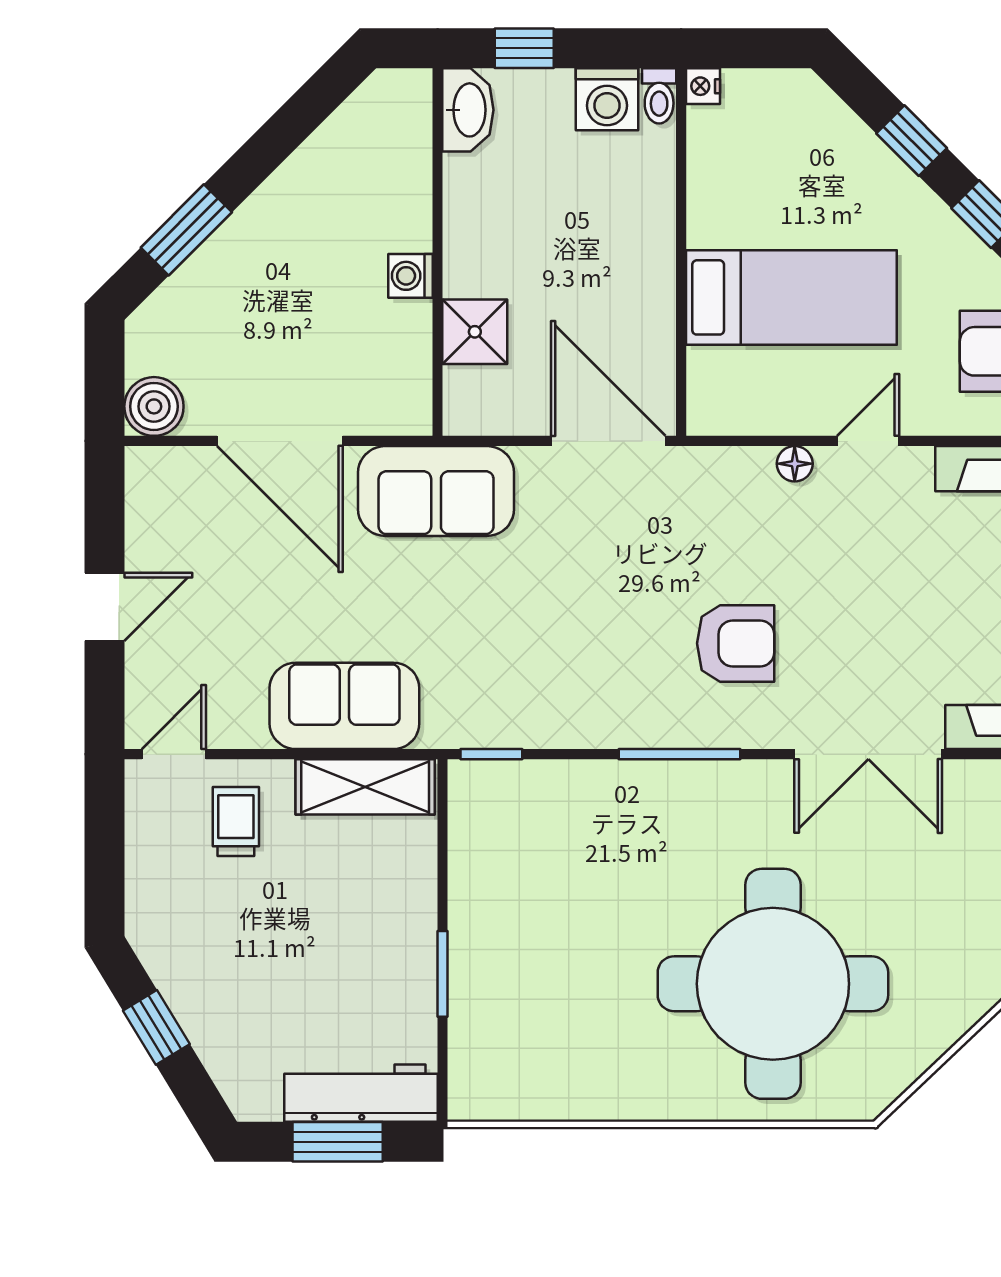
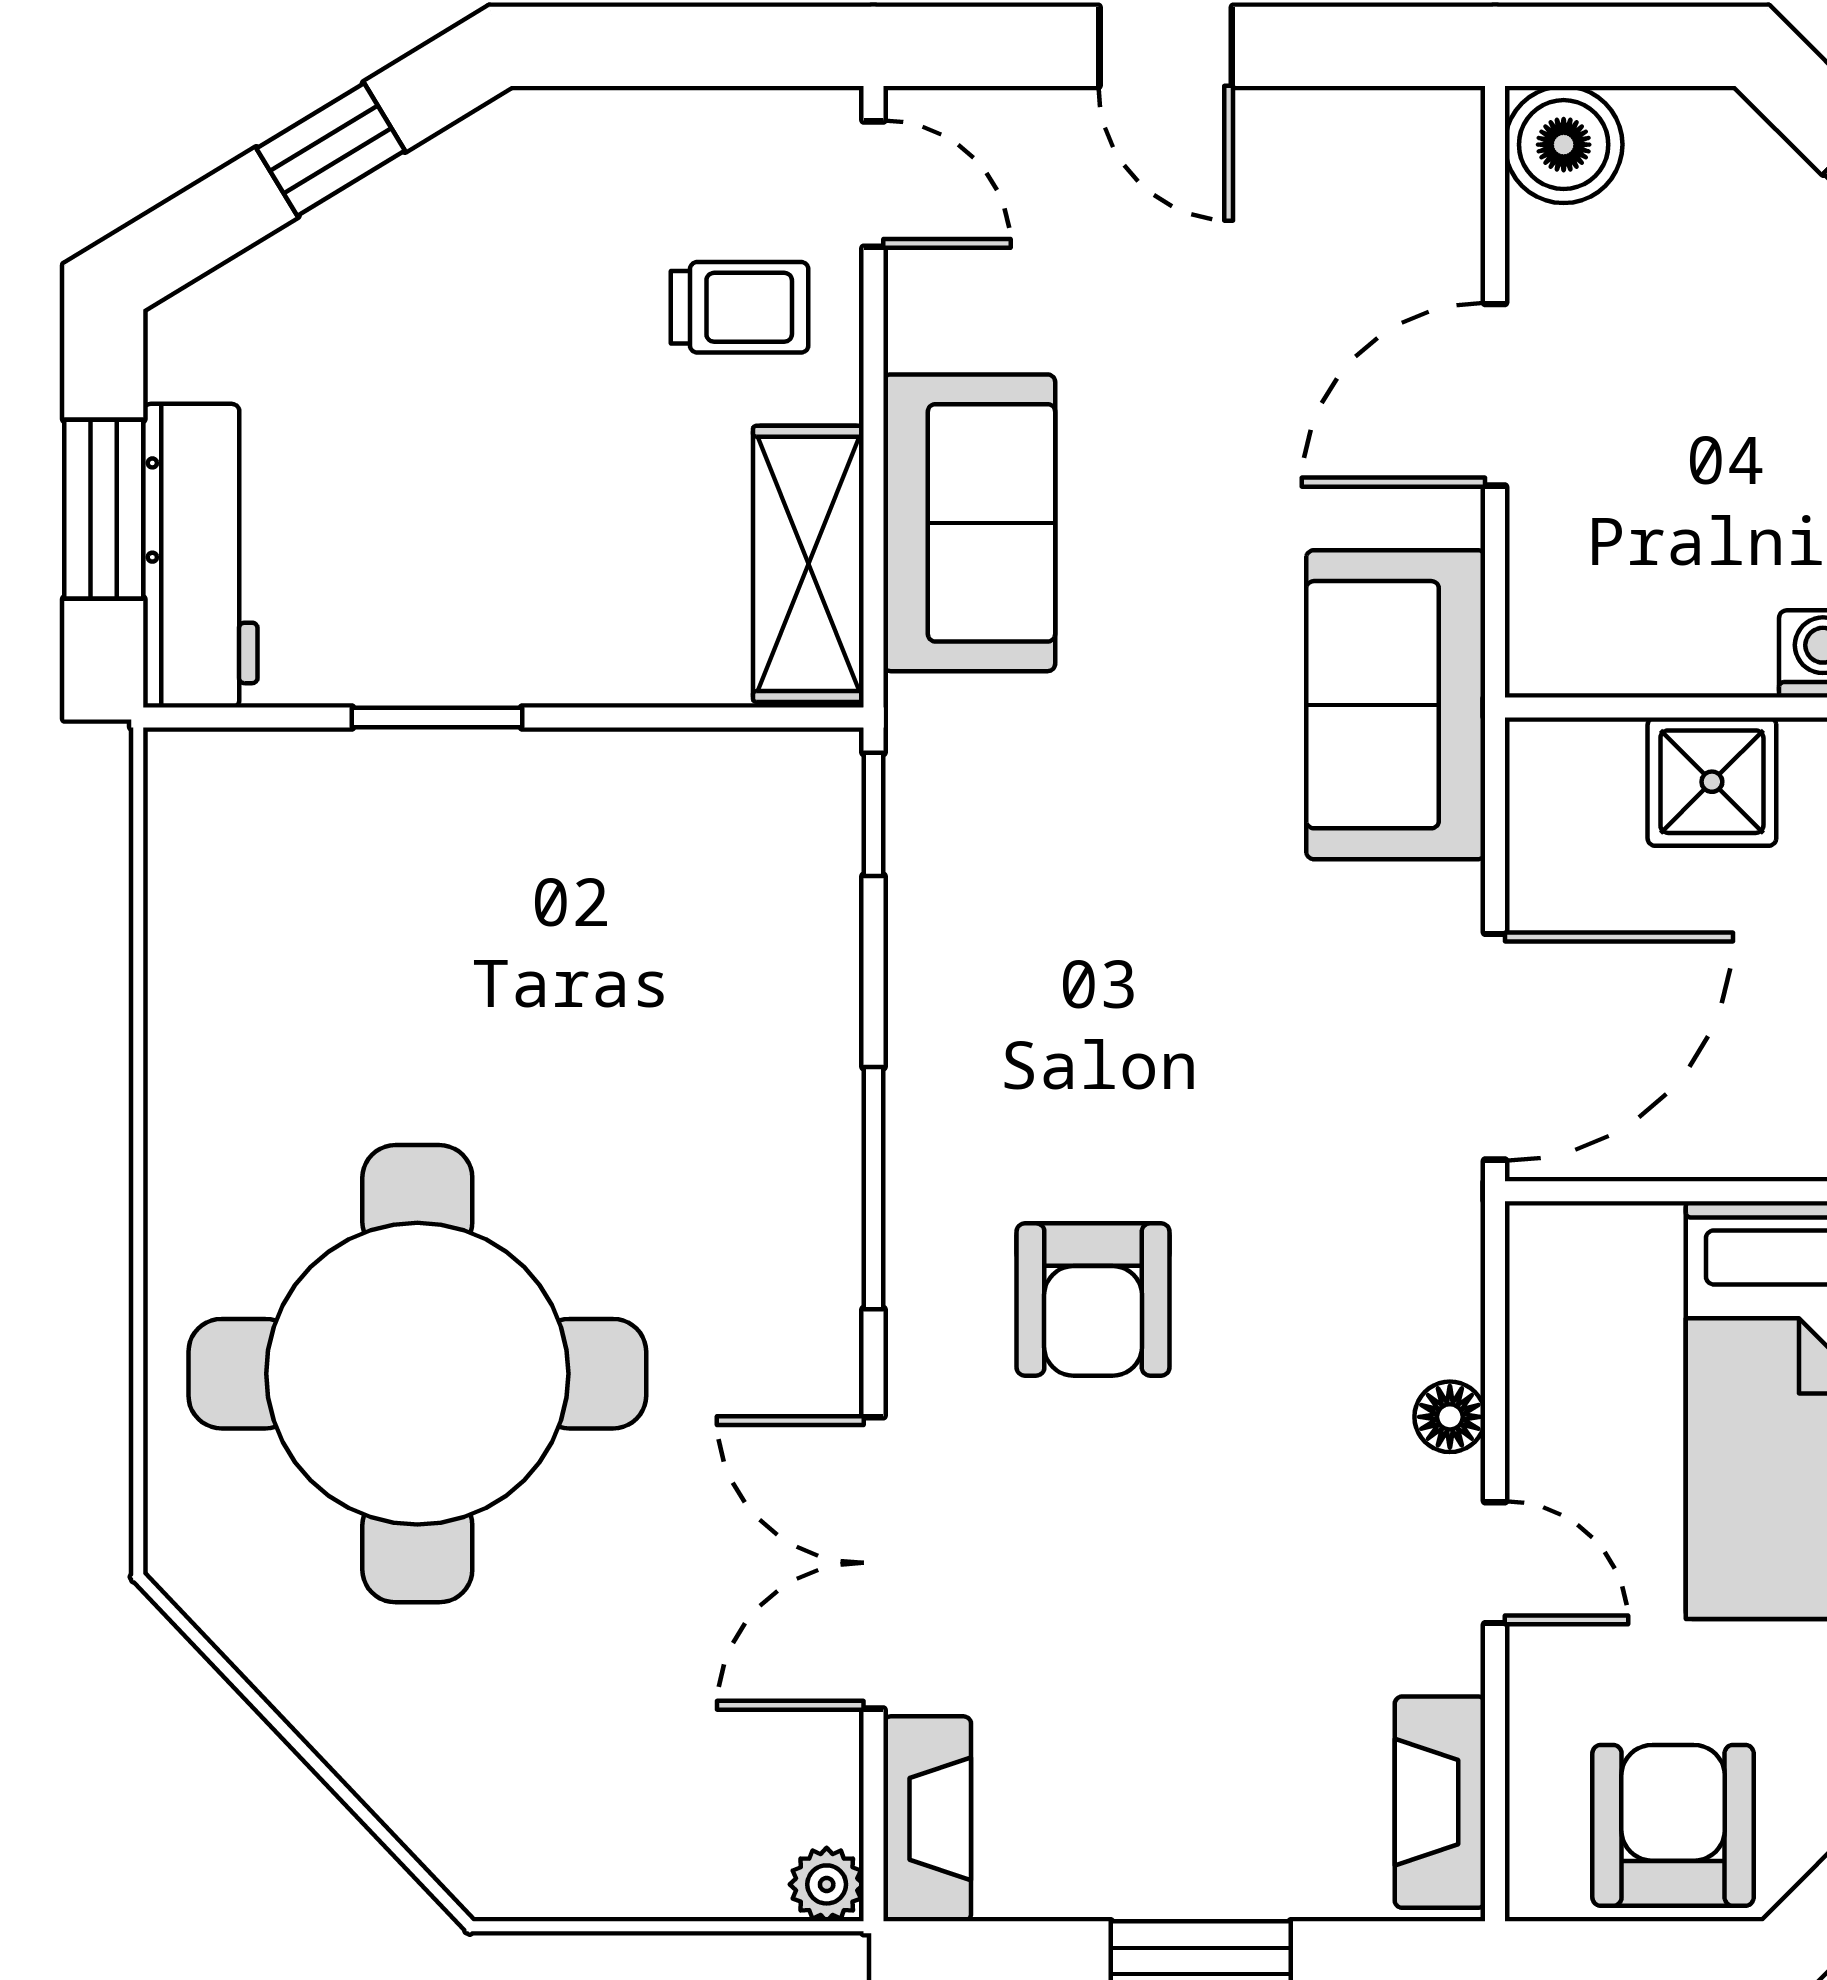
door: (280, 441) -> (1495, 395), width x0.73

